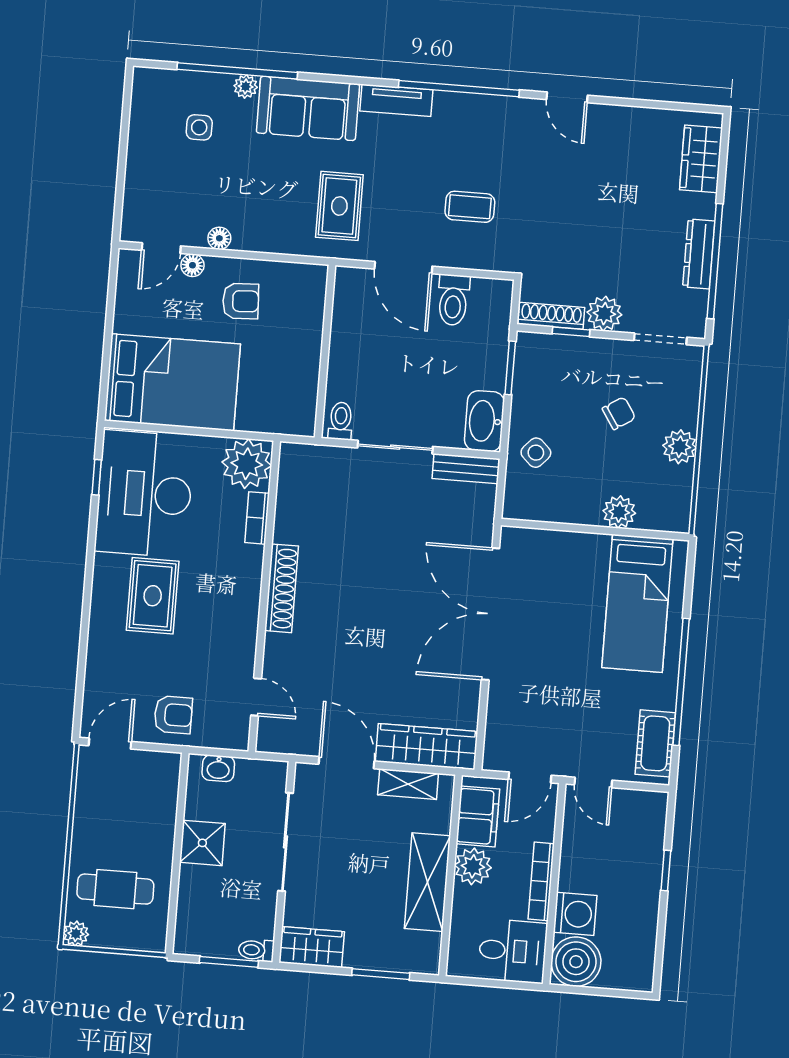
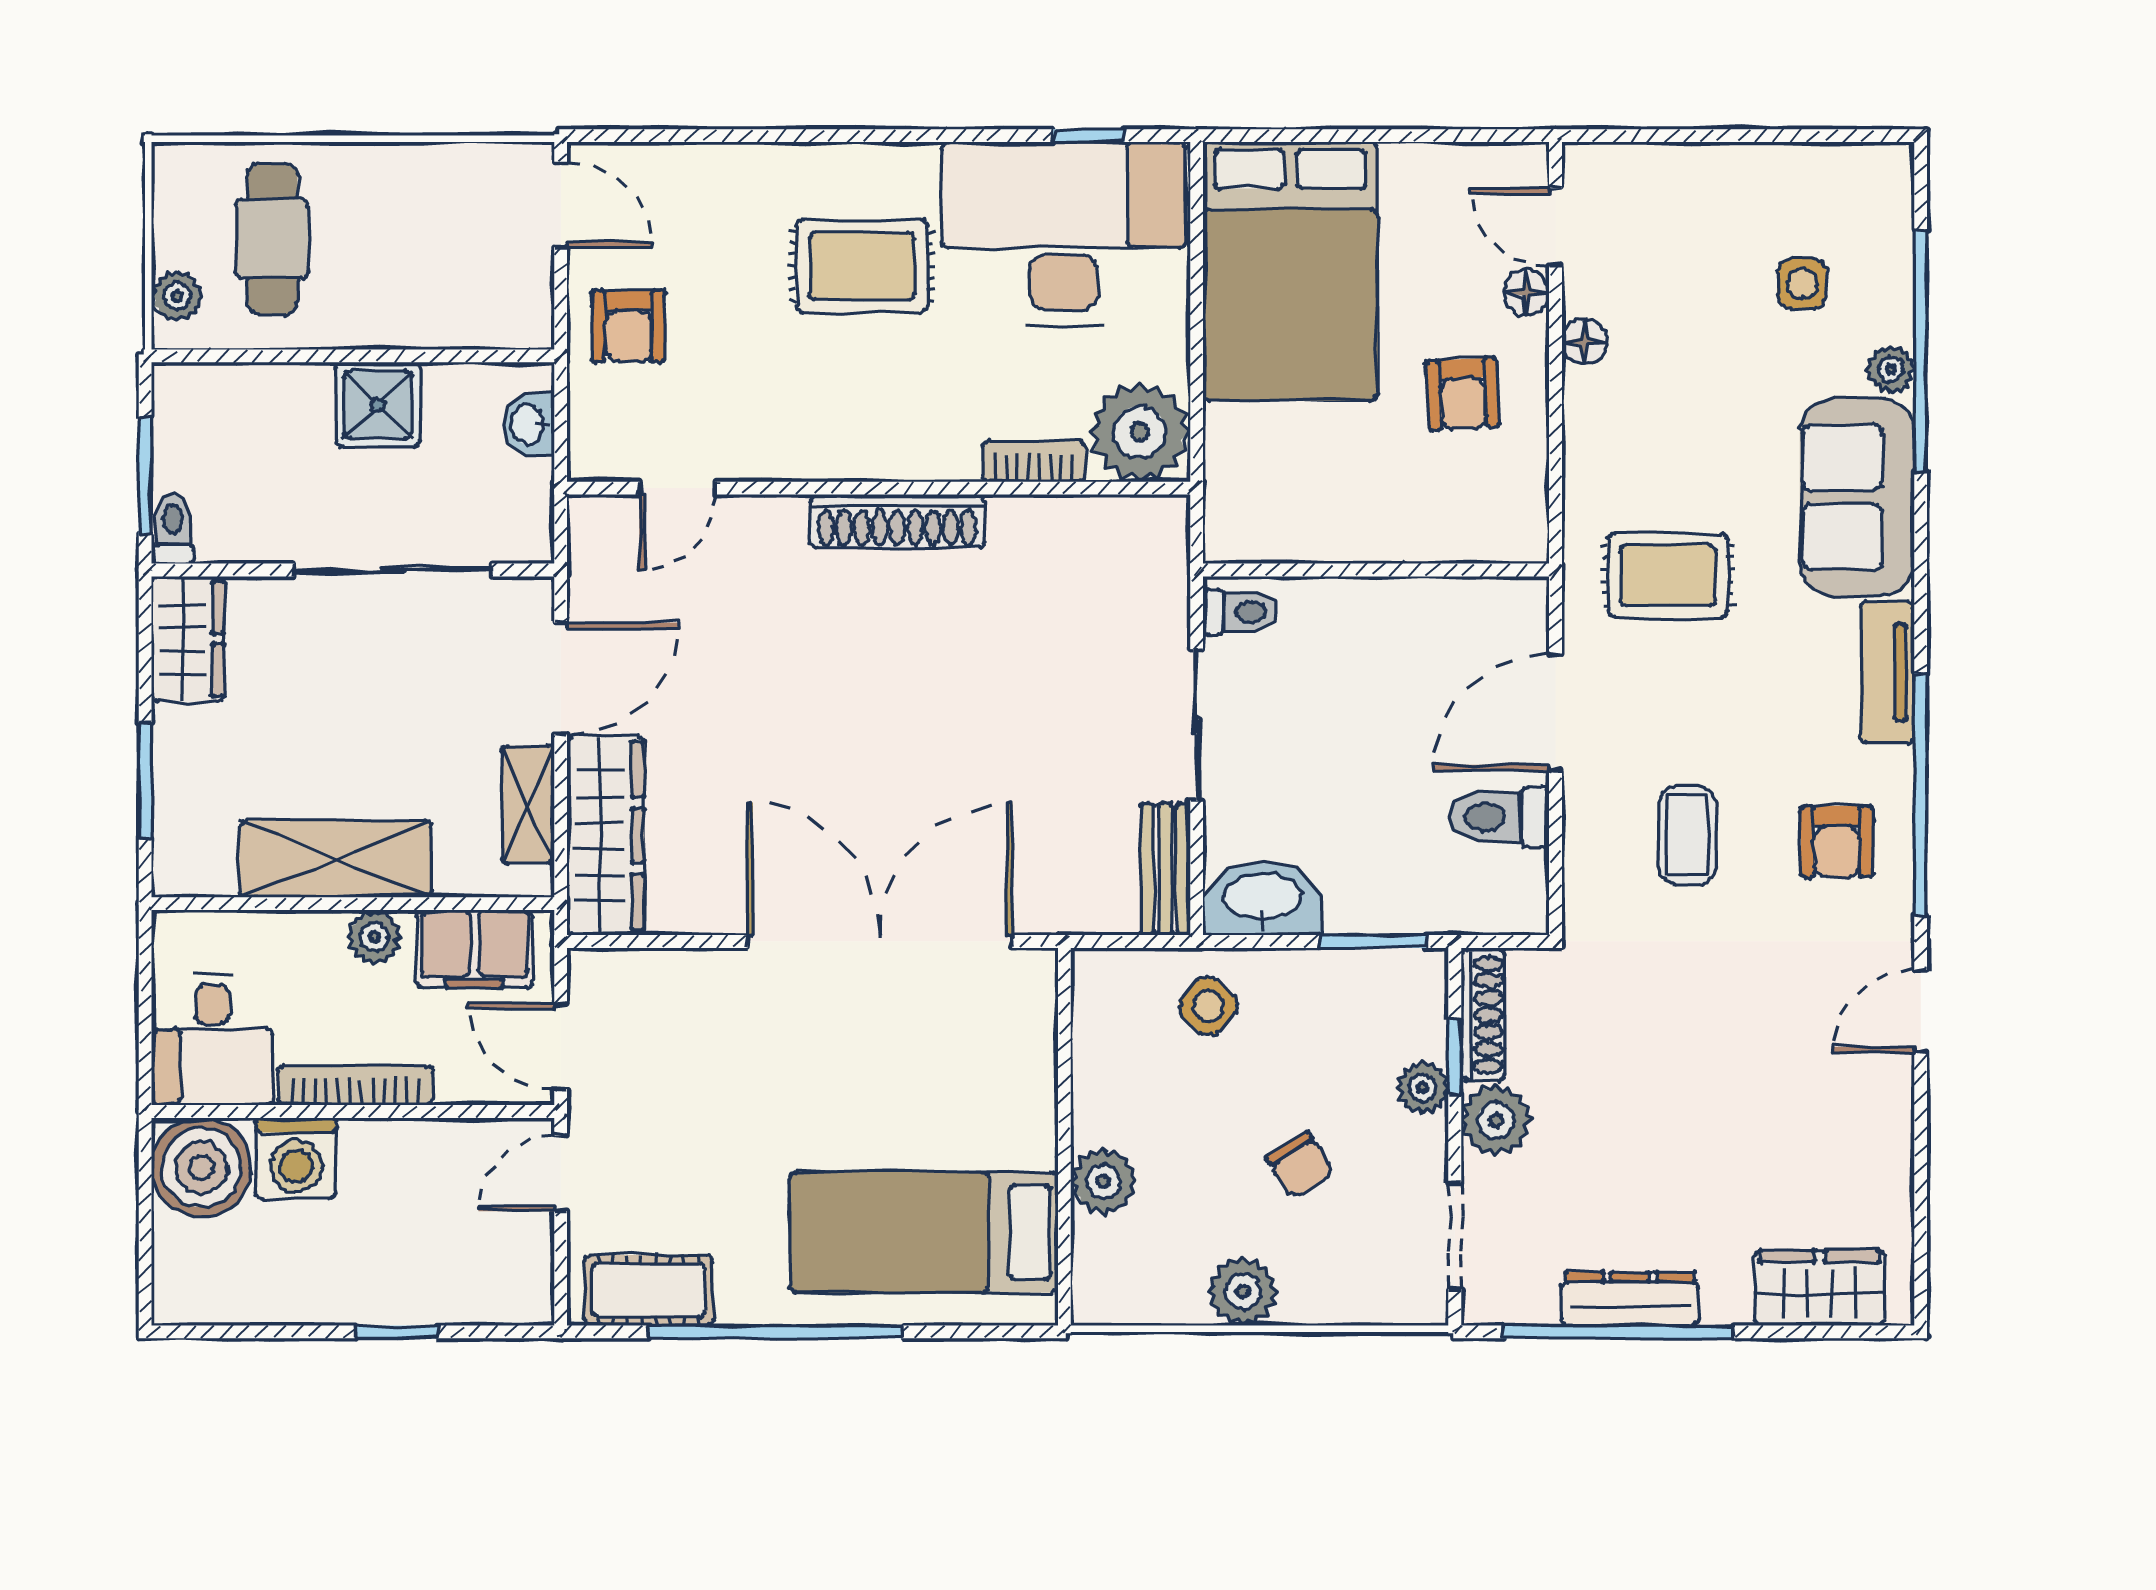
armchair: (479, 132) -> (1837, 842), added
plant: (585, 349) -> (1423, 1088), added
plant: (473, 866) -> (374, 937), width x0.73, depth x0.73
plant: (76, 934) -> (177, 296), moved

